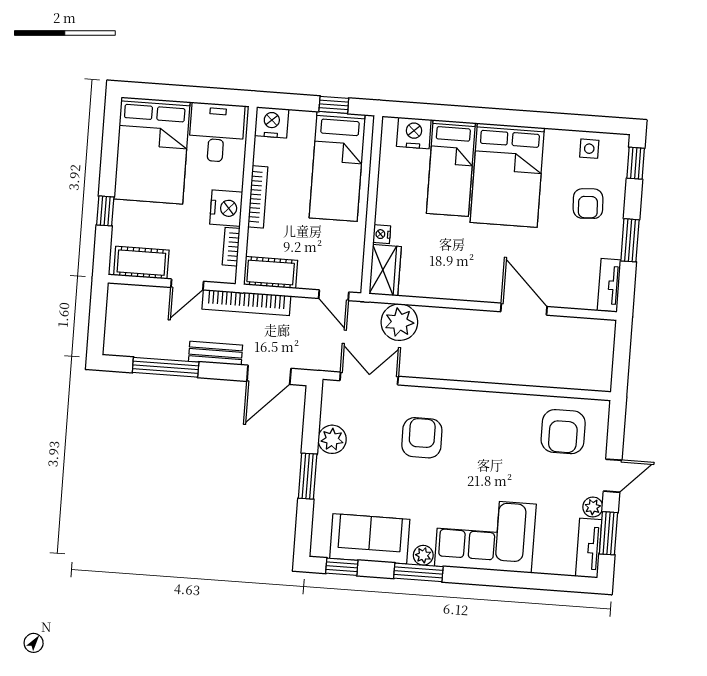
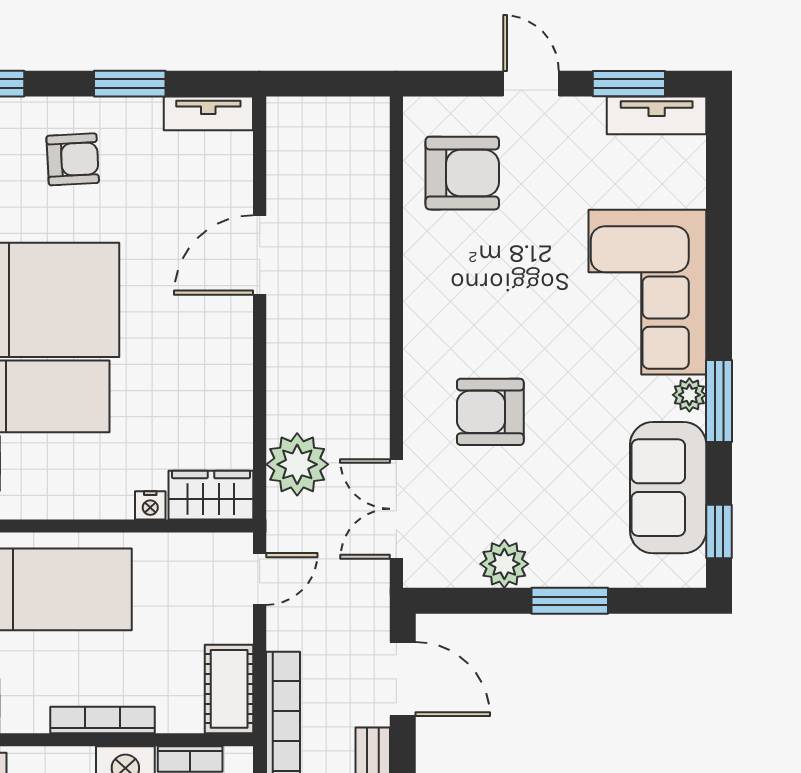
plant: (593, 507) -> (586, 113), removed

